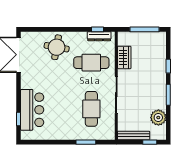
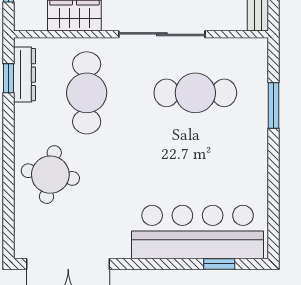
bar counter: (32, 110) -> (198, 232), width x1.36

